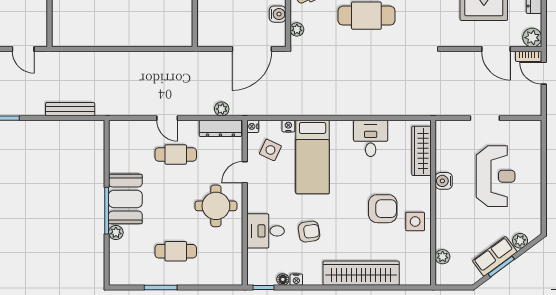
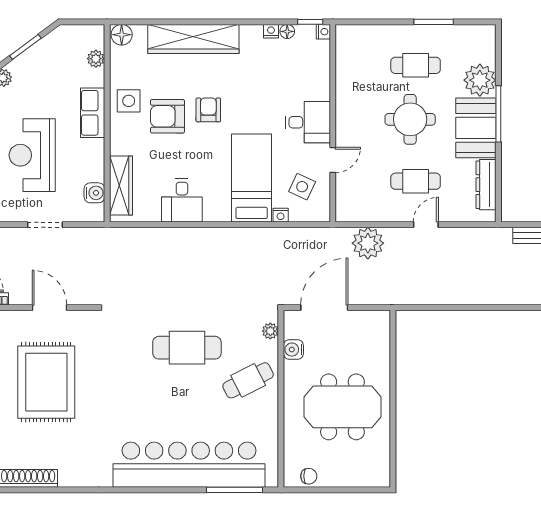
door: (496, 49) -> (50, 308), moved
plant: (222, 109) -> (368, 243), width x1.87, depth x1.87
door: (167, 118) -> (426, 225), hinge flipped
nightstand: (253, 126) -> (323, 32), moved
dresser: (220, 128) -> (486, 185), moved, turned -90
water cooler: (444, 181) -> (94, 193), moved
round table: (216, 206) -> (410, 119), moved
desk: (266, 231) -> (308, 122), moved
armchair: (309, 232) -> (208, 110), moved, turned 98
plant: (116, 233) -> (480, 80), width x1.88, depth x1.88
row of seats: (495, 256) -> (93, 113), moved, turned 127
floor lamp: (421, 277) -> (122, 35), added

